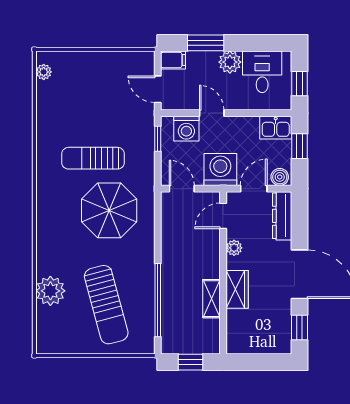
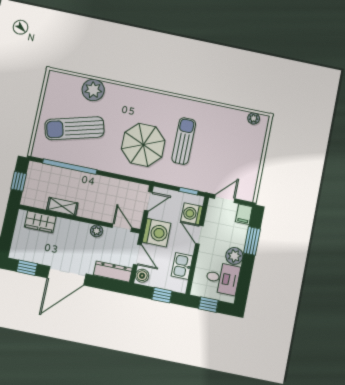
door: (212, 113) -> (199, 235), swing flipped
kitchen sink: (276, 128) -> (182, 266), moved
wardrobe: (237, 289) -> (40, 222), moved

